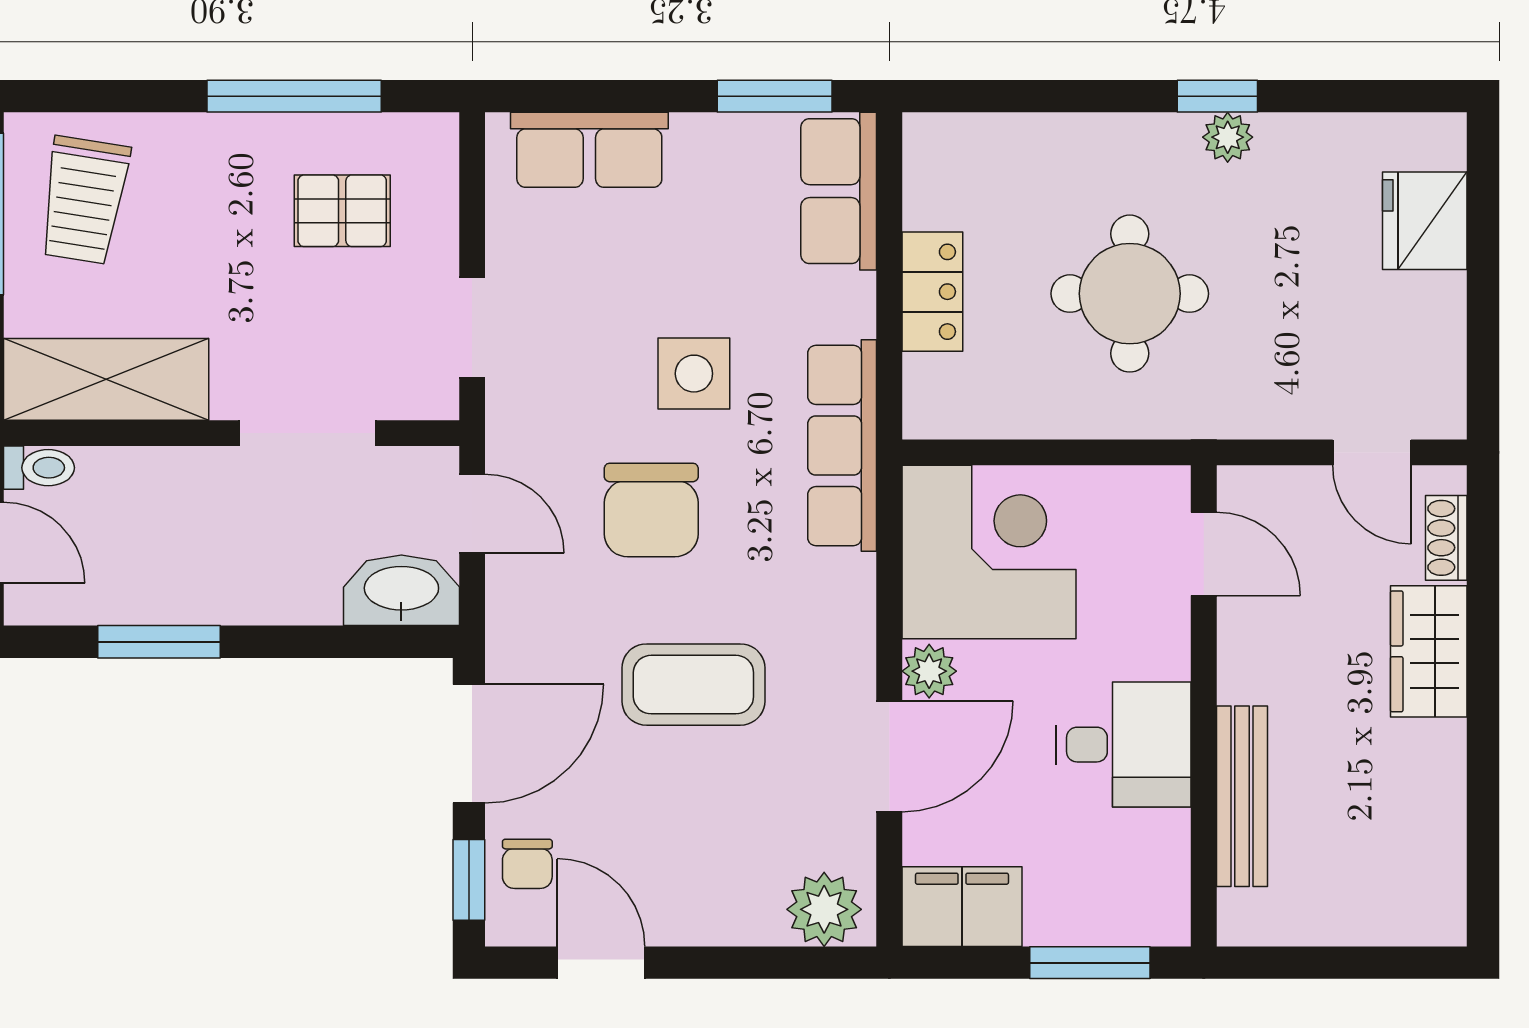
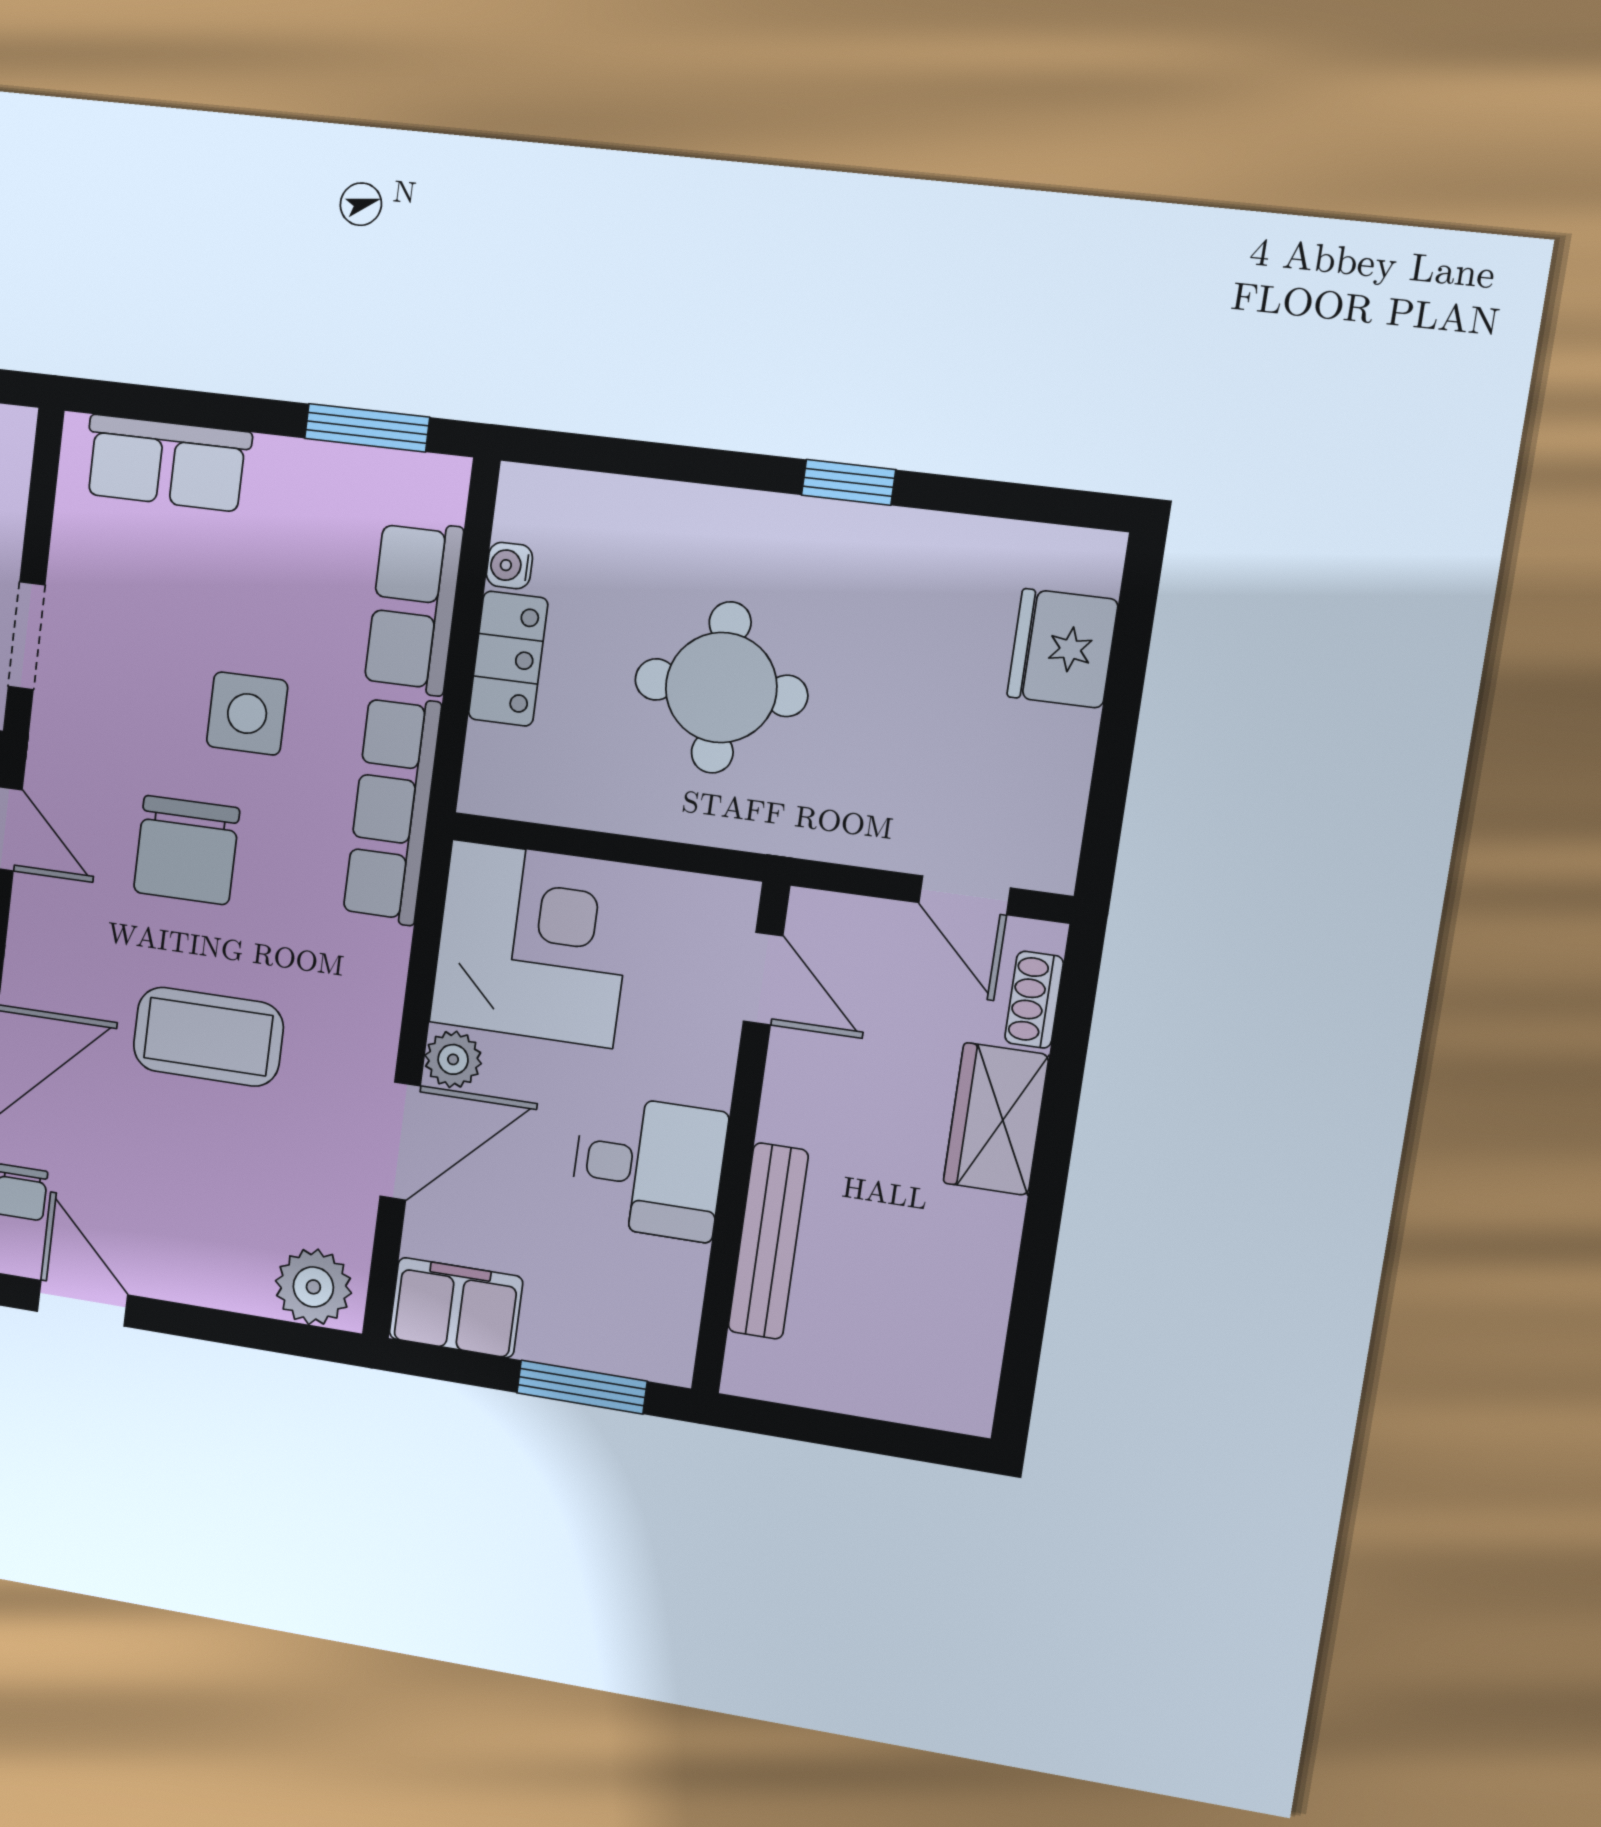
plant: (1228, 137) -> (854, 529), removed
row of seats: (839, 191) -> (414, 607), moved
water cooler: (922, 206) -> (509, 566), added

